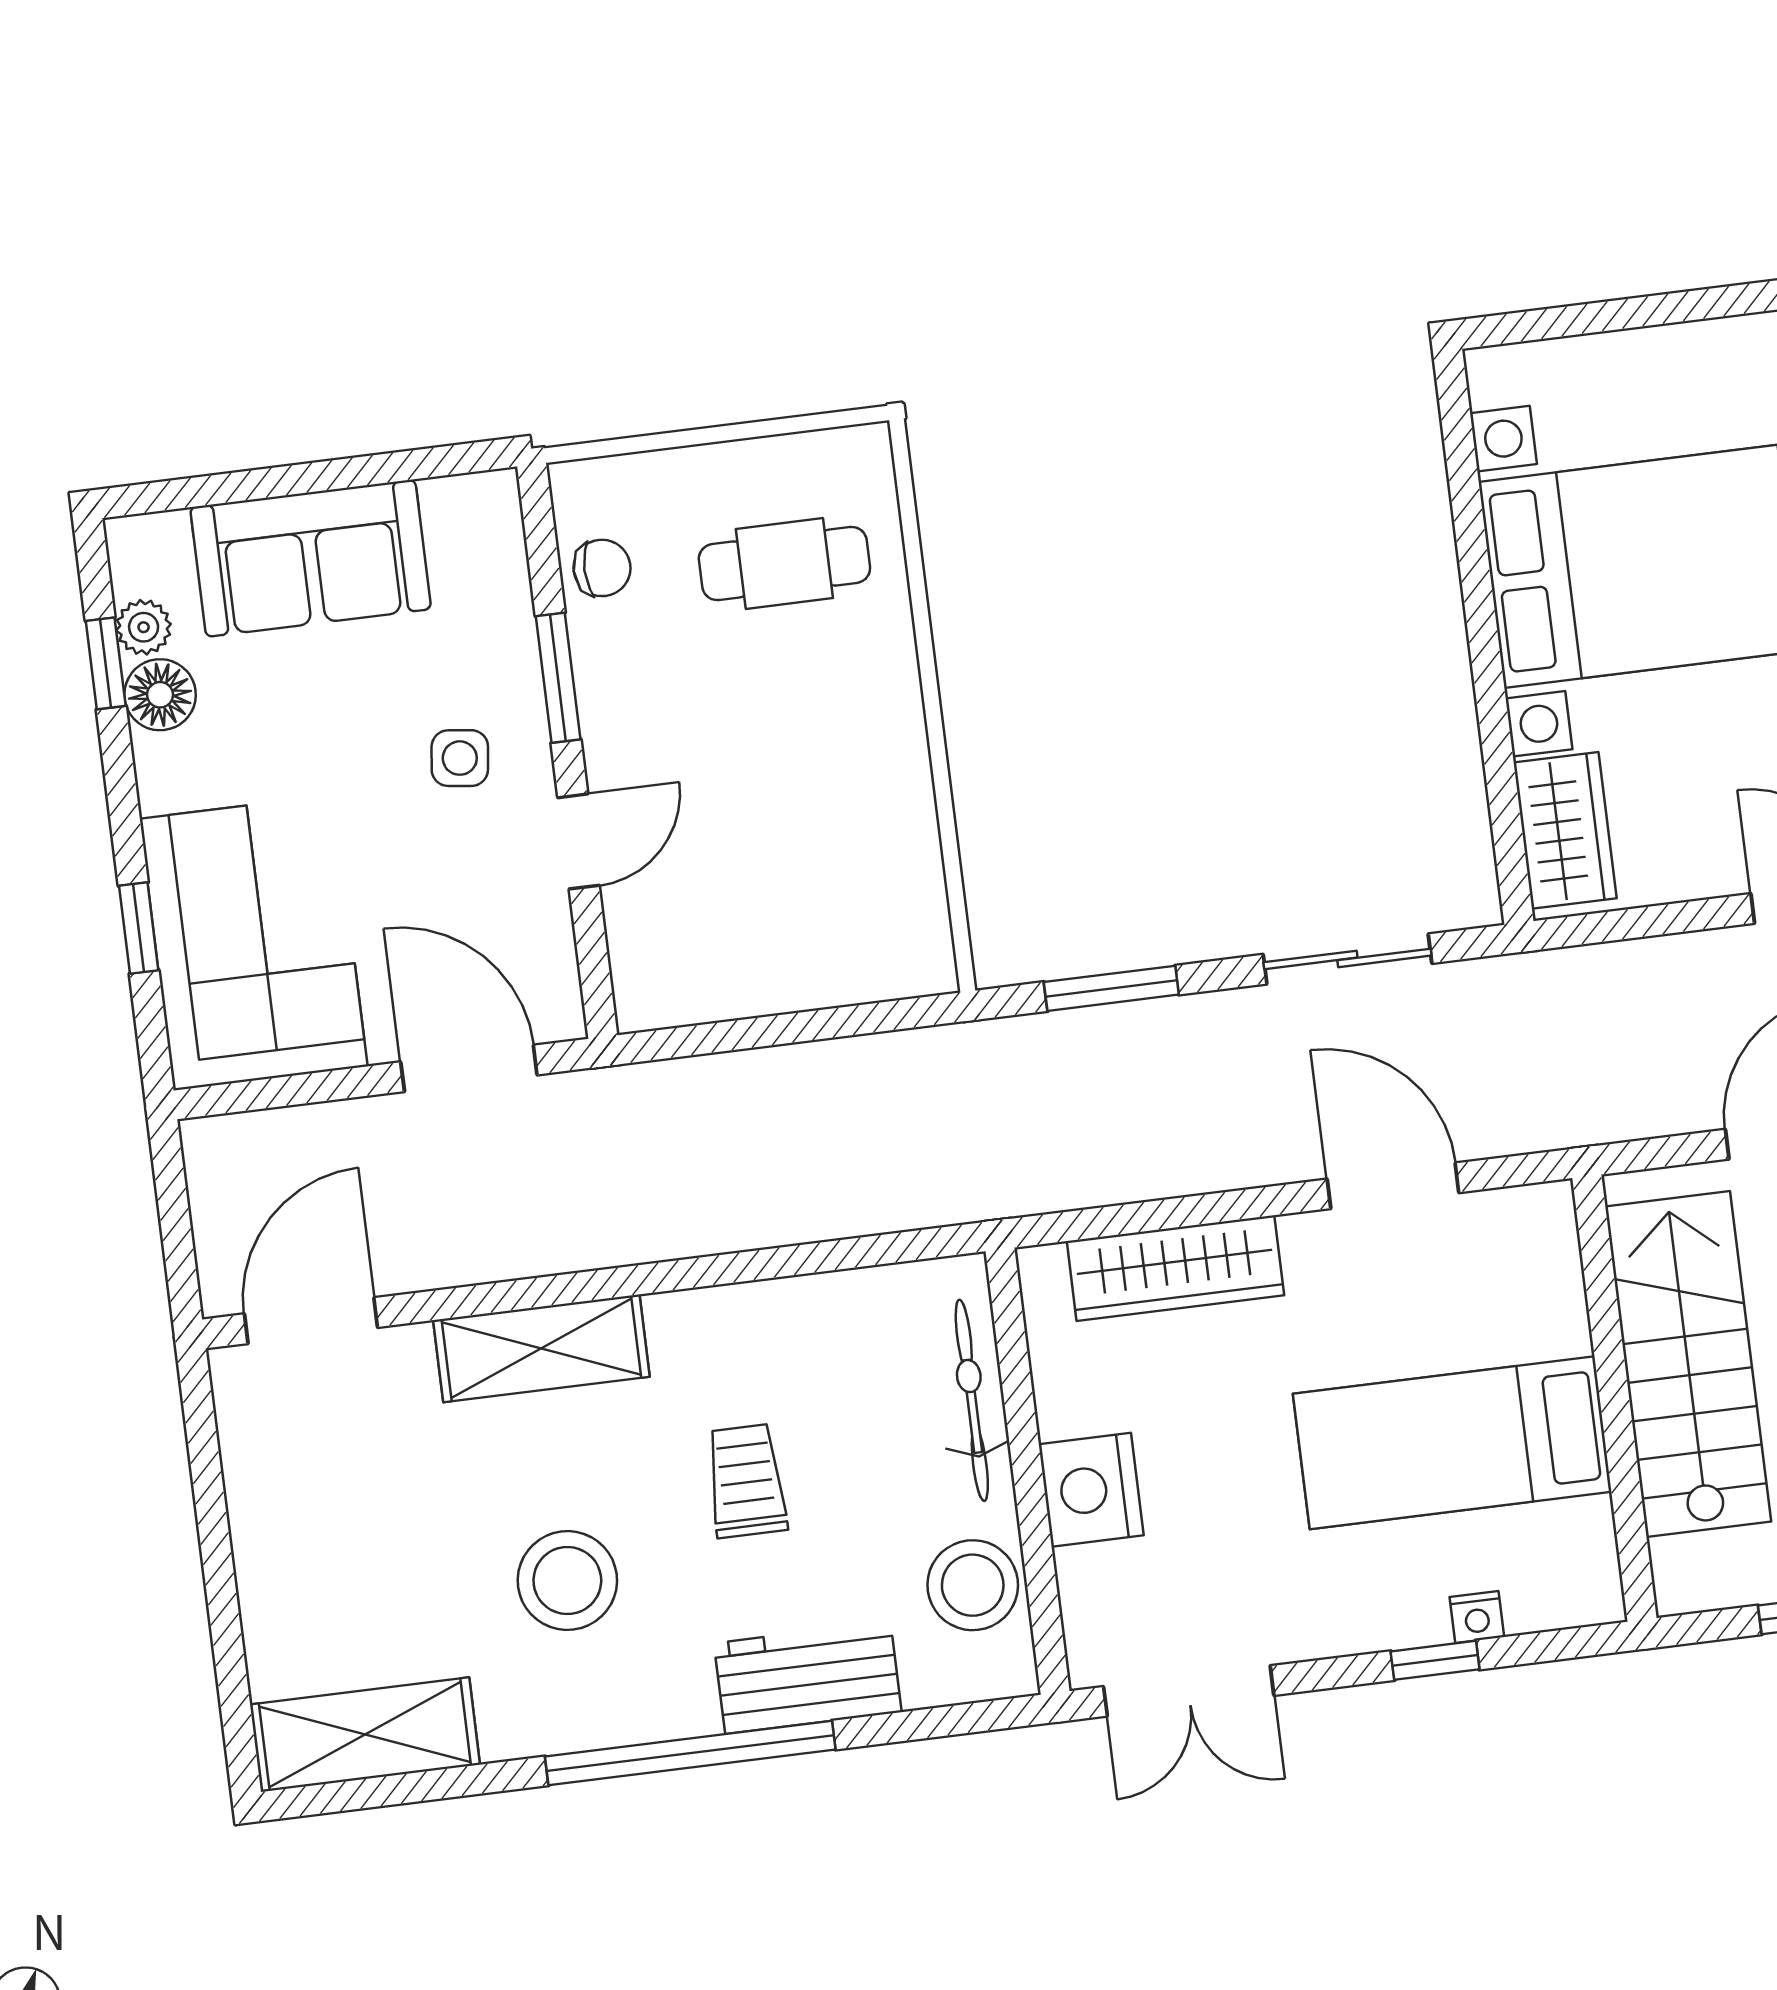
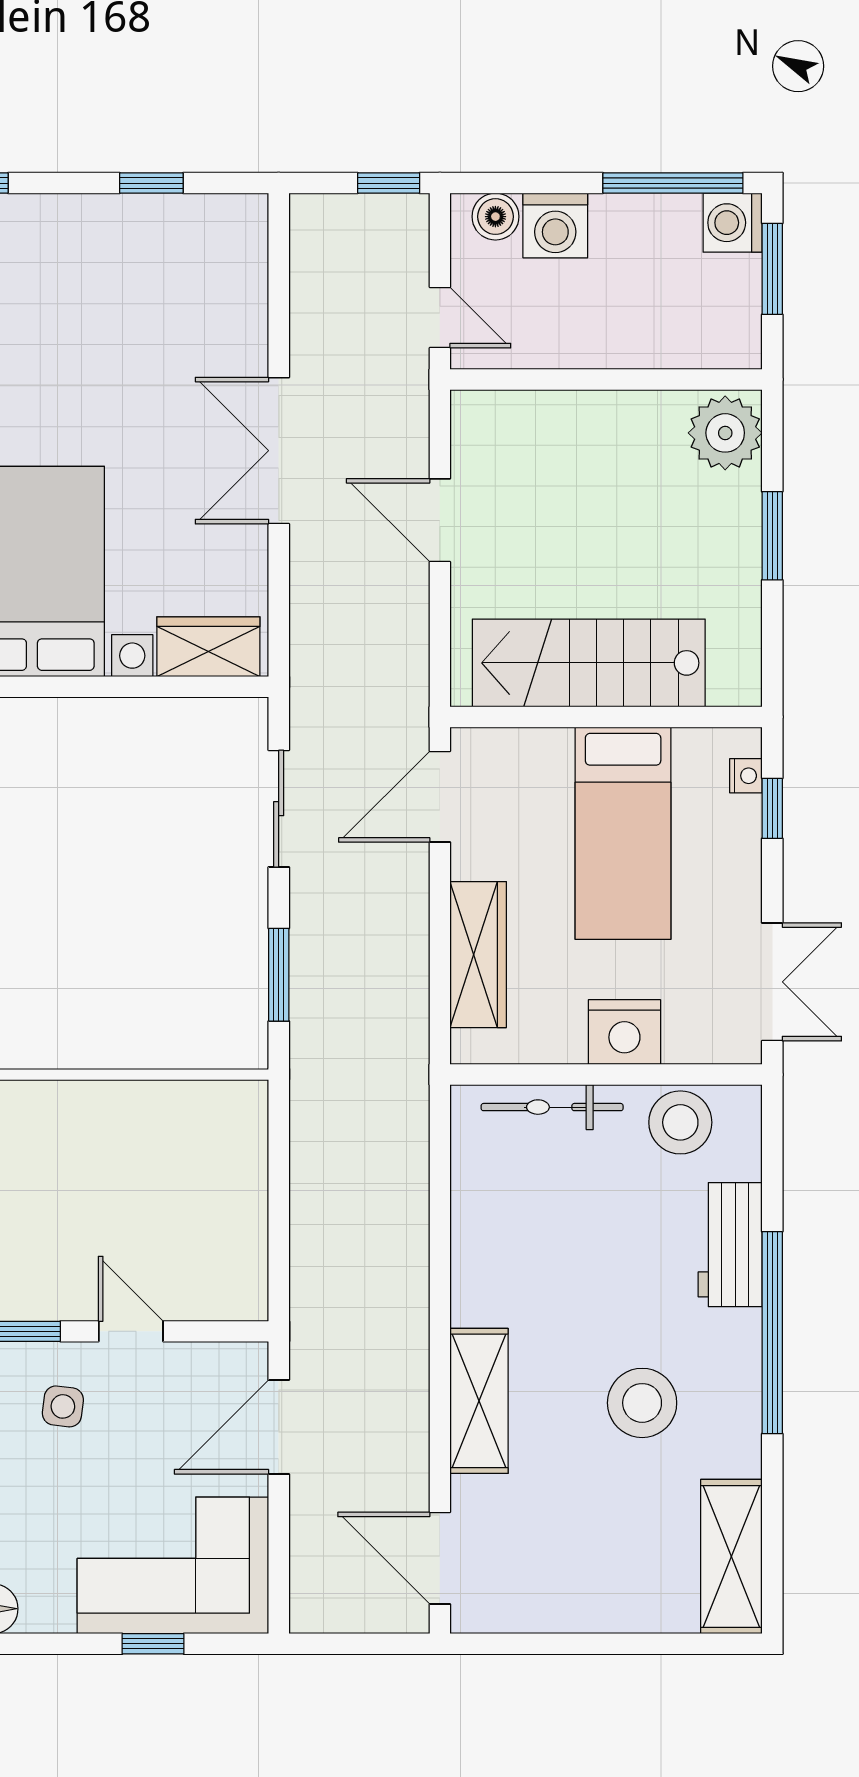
stairs: (1688, 1364) -> (589, 663), moved
wall: (1614, 1398) -> (606, 717), moved
bed: (1452, 1443) -> (623, 833), moved
trolley: (746, 1481) -> (588, 1270), removed

